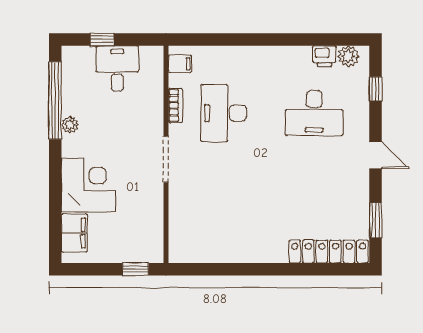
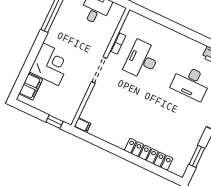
filing cabinet: (180, 64) -> (82, 125), moved
plant: (70, 125) -> (56, 27), removed
locker: (329, 252) -> (149, 154), moved

